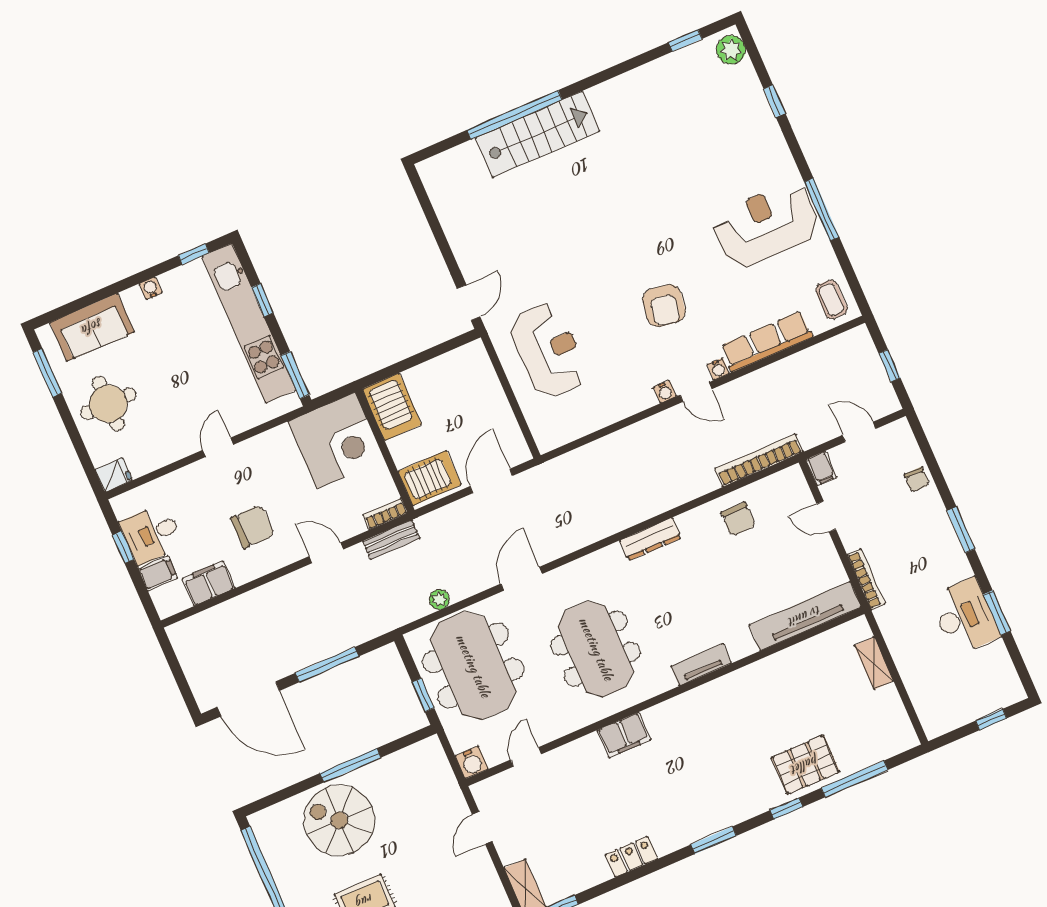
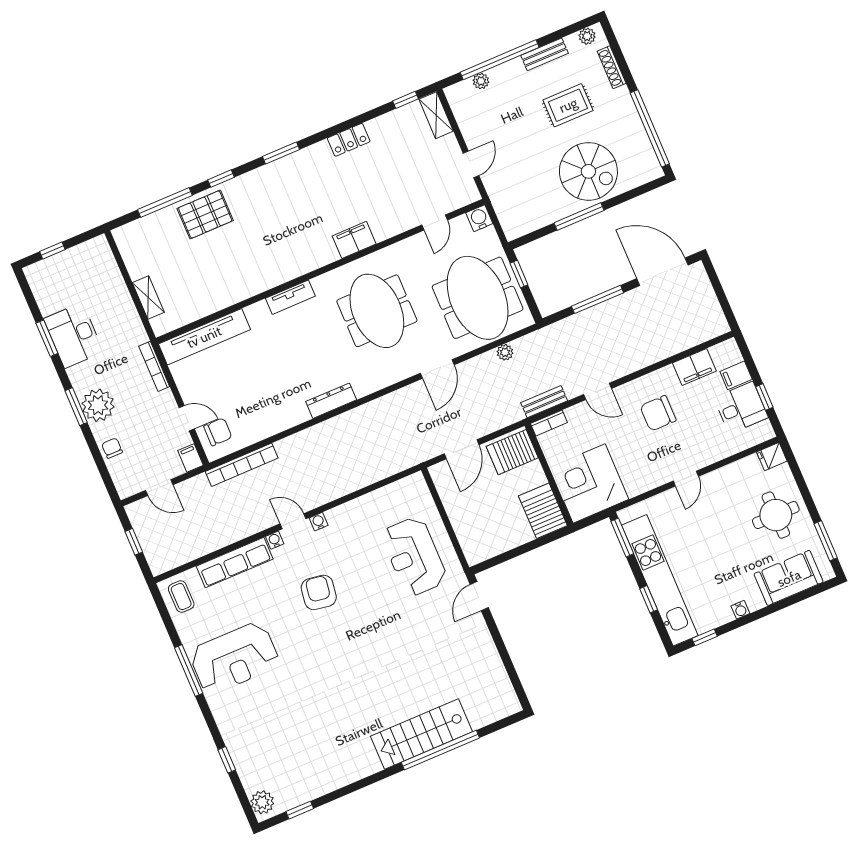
chair: (738, 519) -> (218, 432), moved, turned 90
plant: (934, 532) -> (98, 405), added

